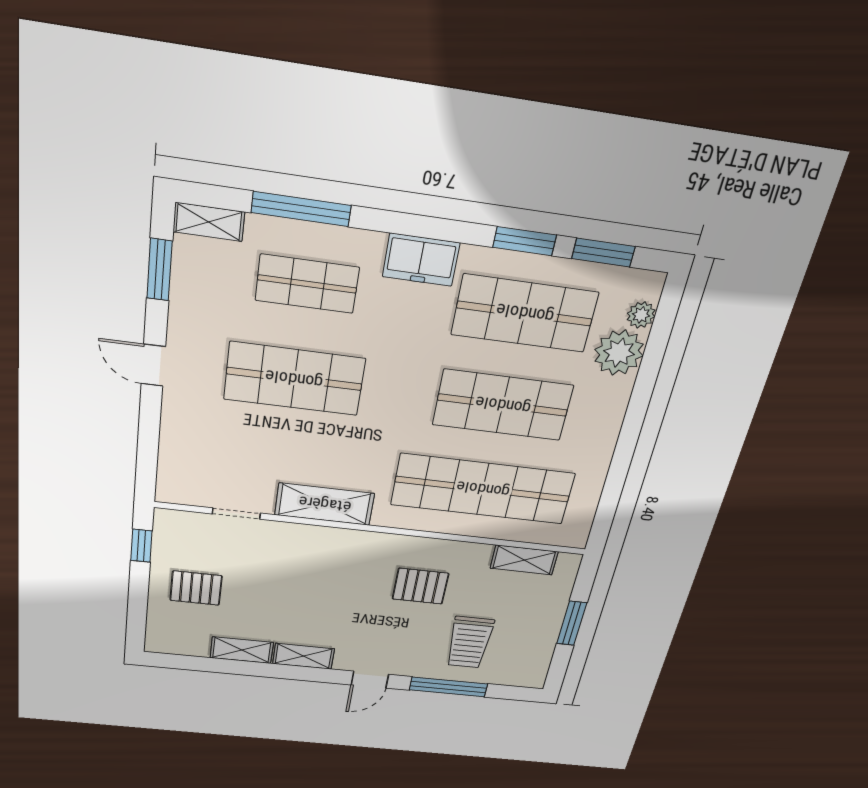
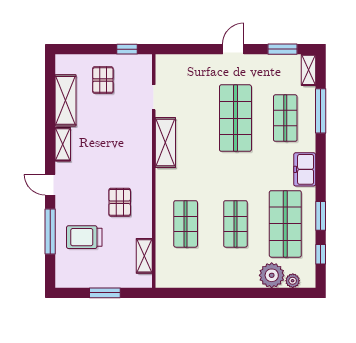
window: (603, 253) -> (321, 254), width x0.67
shop shelf: (503, 405) -> (235, 224), width x0.70, depth x0.74
shop shelf: (483, 489) -> (186, 224), width x0.50, depth x0.74
shelving: (242, 650) -> (66, 100), width x1.50, depth x1.33

